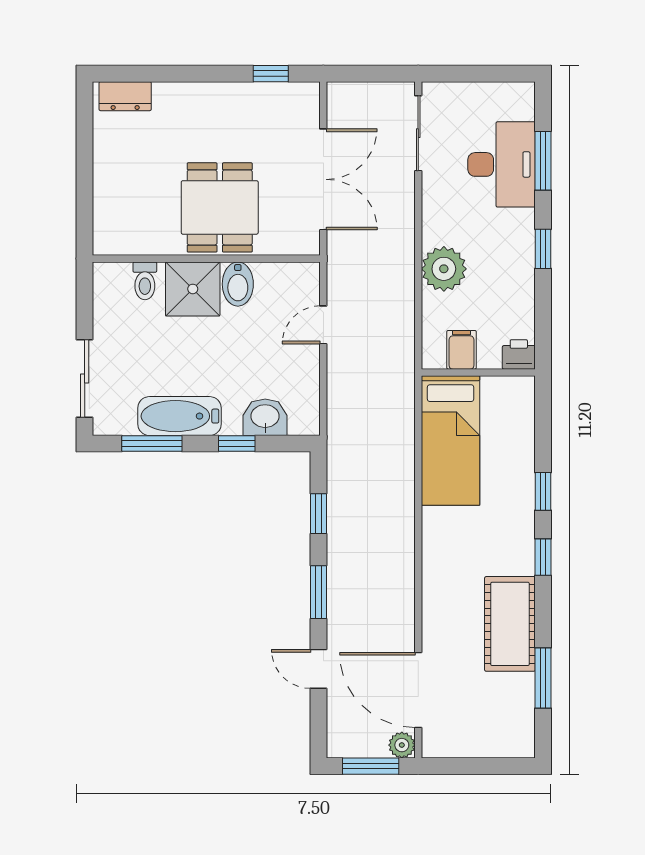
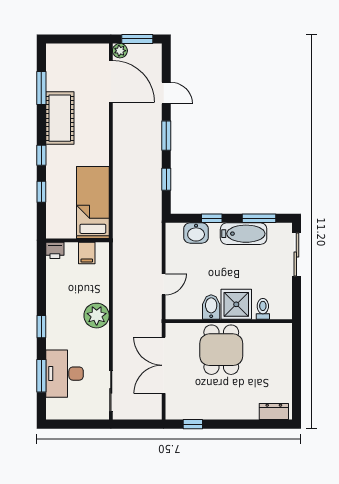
filing cabinet: (461, 350) -> (87, 253), moved
printer: (519, 354) -> (55, 250), moved
wall: (478, 372) -> (77, 240), moved
bed: (451, 440) -> (93, 202), moved

